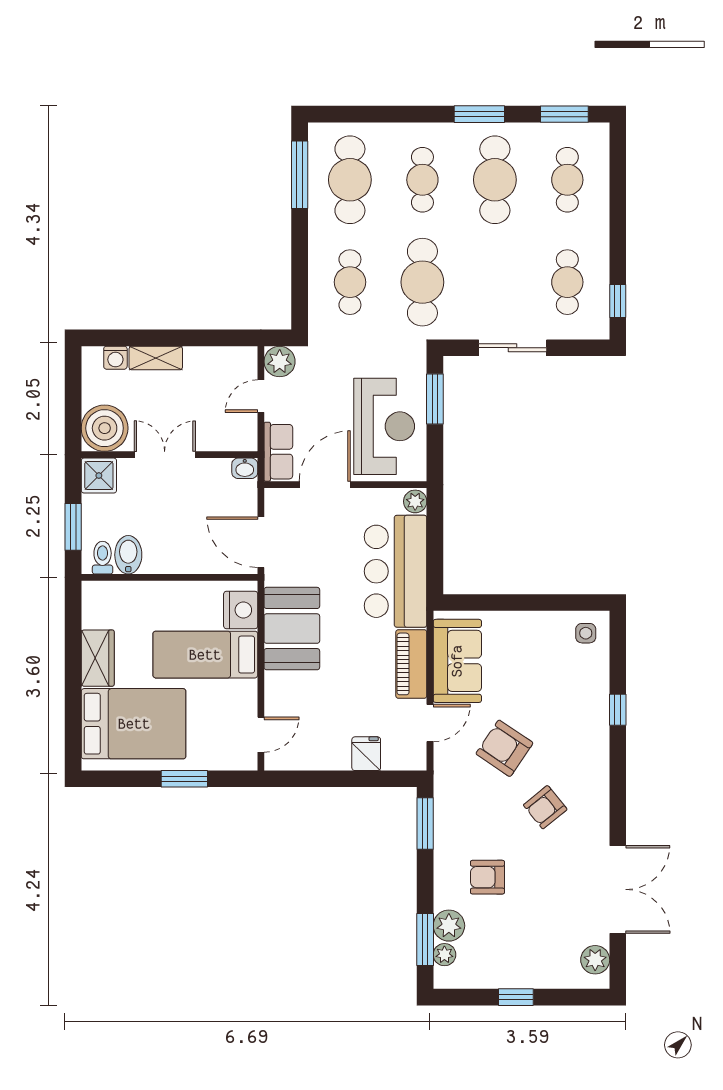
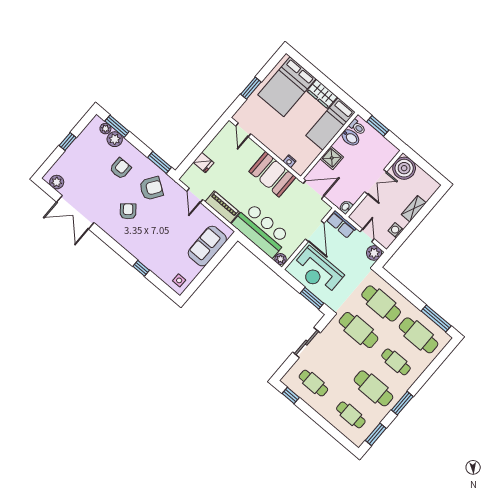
cafe table: (350, 282) -> (381, 303), width x1.37, depth x1.35
washing machine: (115, 358) -> (396, 230), moved
shower: (99, 476) -> (332, 158), moved
nightstand: (241, 610) -> (290, 161), width x0.53, depth x0.56
bed: (205, 655) -> (331, 124), moved, turned 180
sofa: (457, 661) -> (207, 246), moved, turned 90
armchair: (504, 748) -> (151, 188), moved

